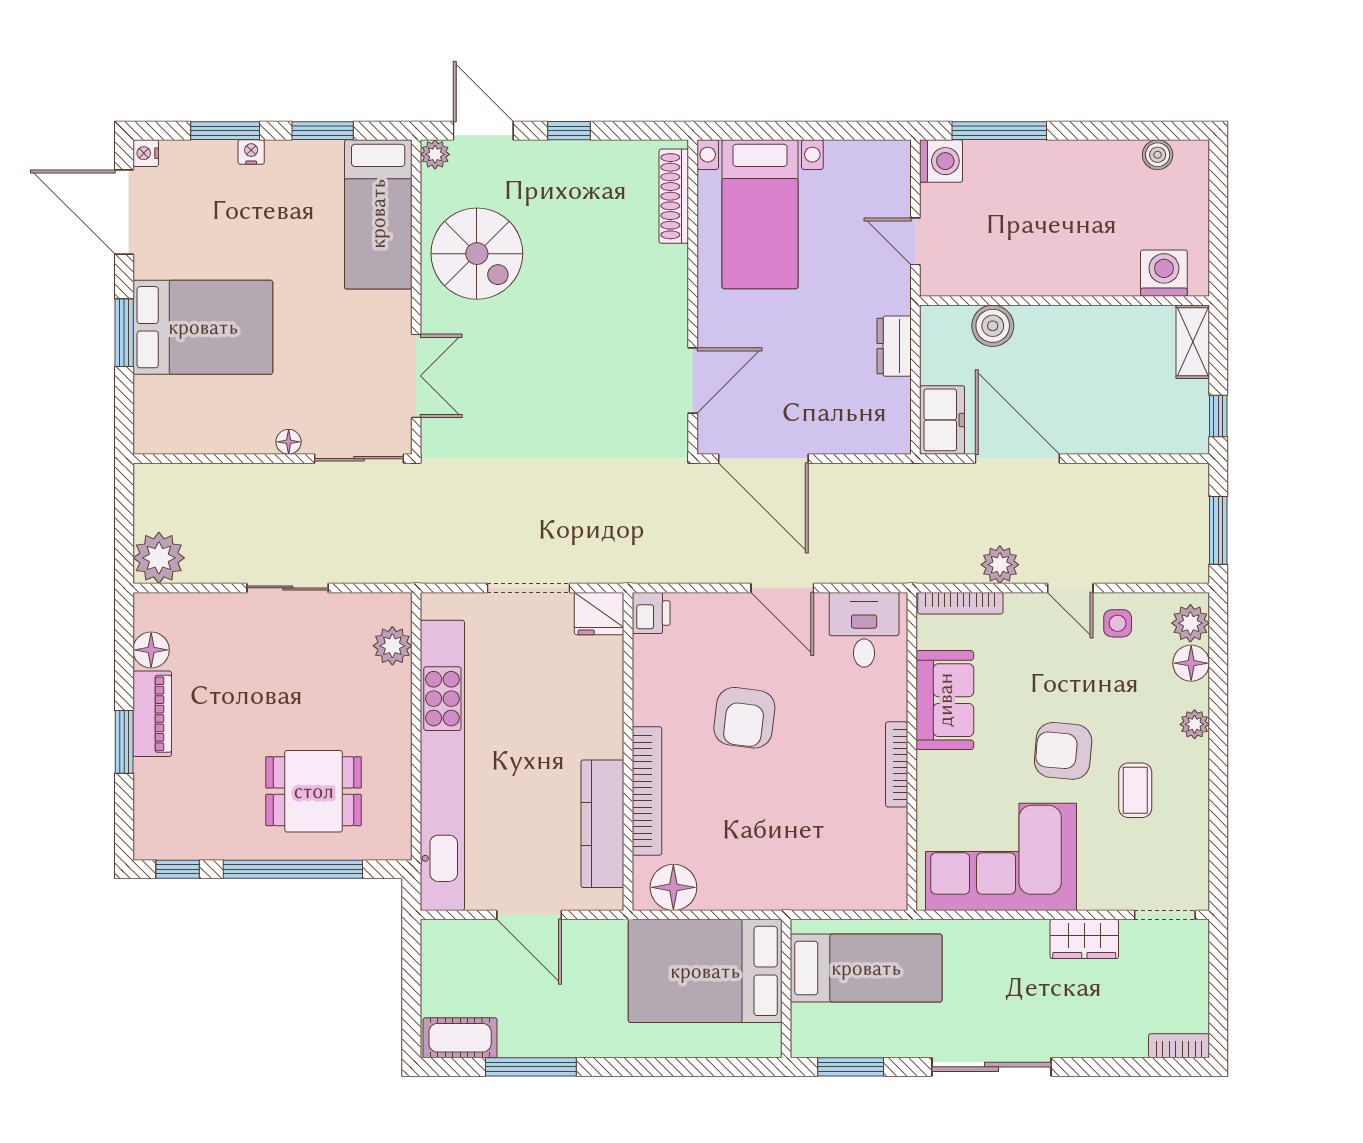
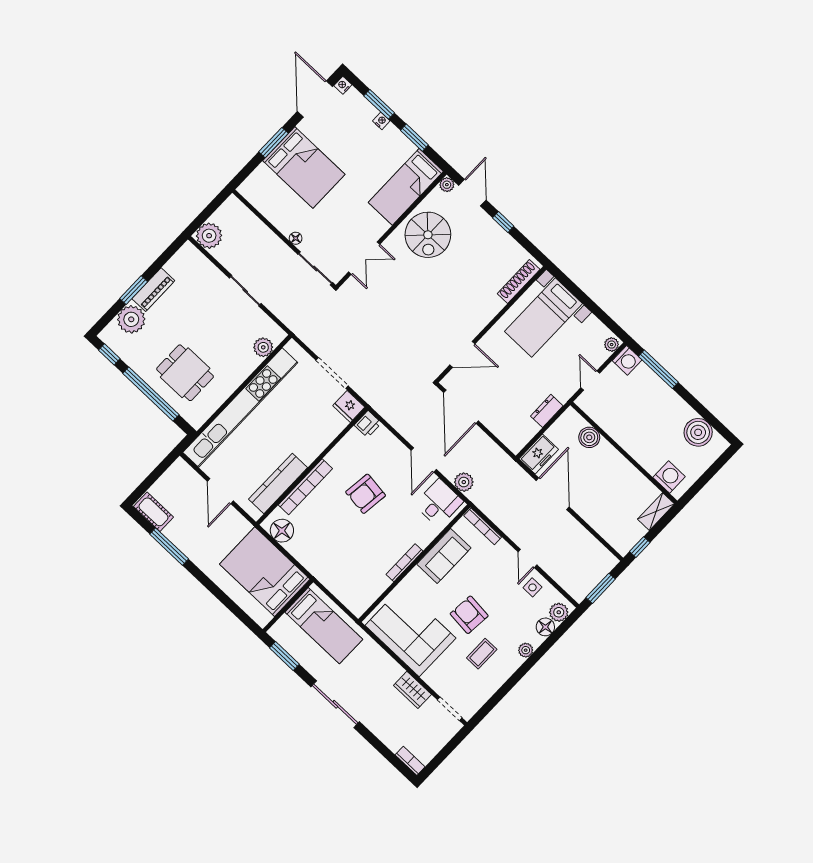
boiler: (1158, 155) -> (698, 432), width x1.86, depth x1.86
plant: (897, 159) -> (612, 345), added
plant: (1000, 565) -> (464, 482), moved
floor lamp: (151, 650) -> (175, 266), removed
plant: (161, 788) -> (131, 319), added

